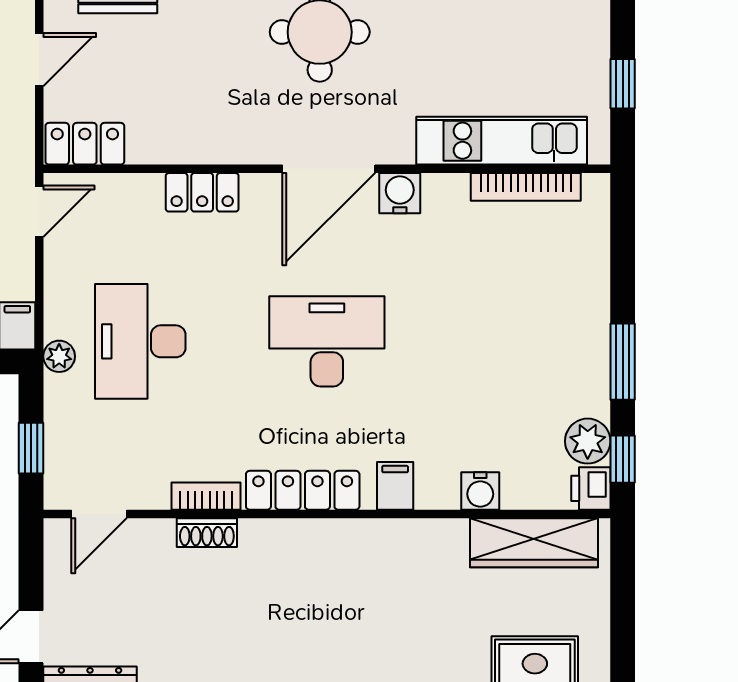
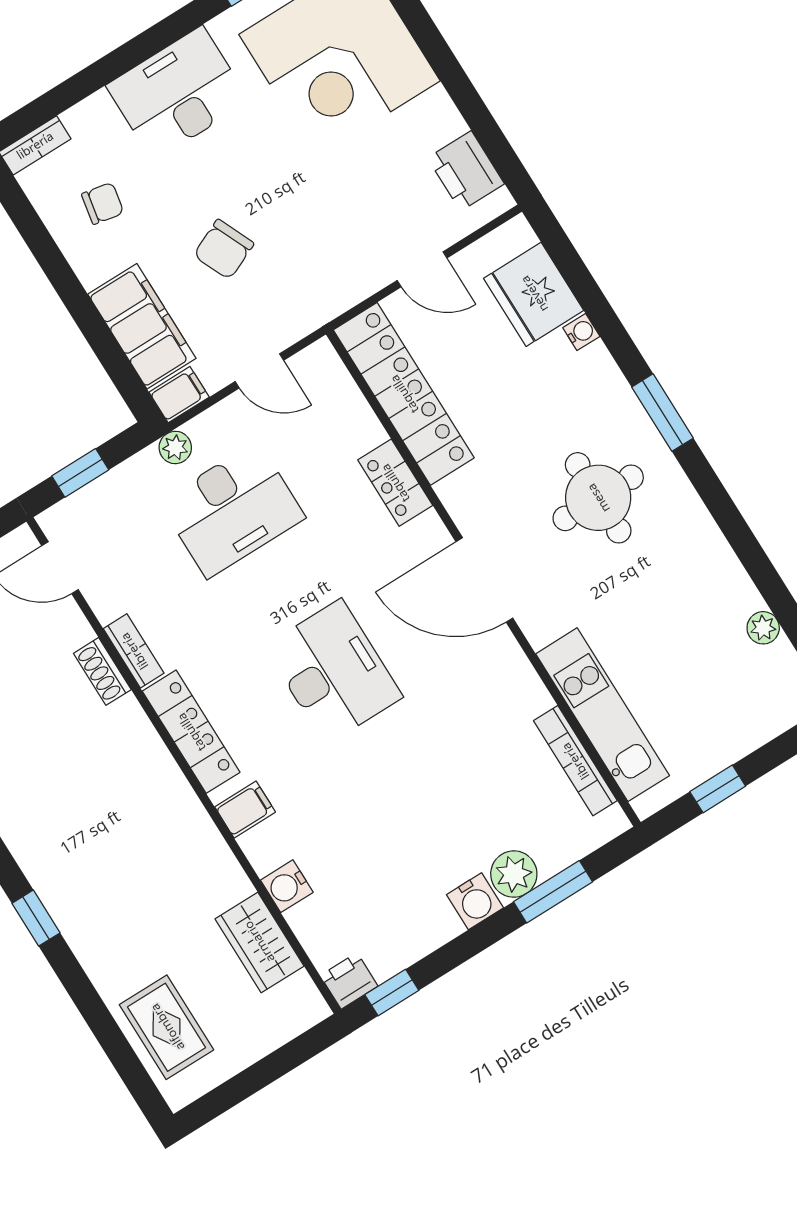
locker: (85, 144) -> (404, 394), width x2.16, depth x1.21
water cooler: (400, 193) -> (475, 901), moved, turned 90
door: (39, 211) -> (259, 371), moved
desk: (140, 341) -> (232, 510), turned 180
window: (623, 362) -> (553, 892), moved
plant: (588, 441) -> (514, 874), moved
wardrobe: (534, 543) -> (259, 942), width x0.67

